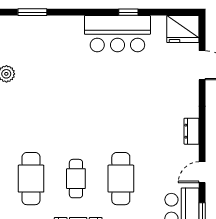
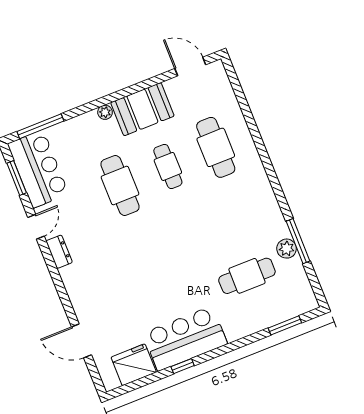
fridge: (183, 29) -> (134, 365), moved
cafe table: (47, 65) -> (247, 276), added
dresser: (192, 131) -> (59, 252), moved

